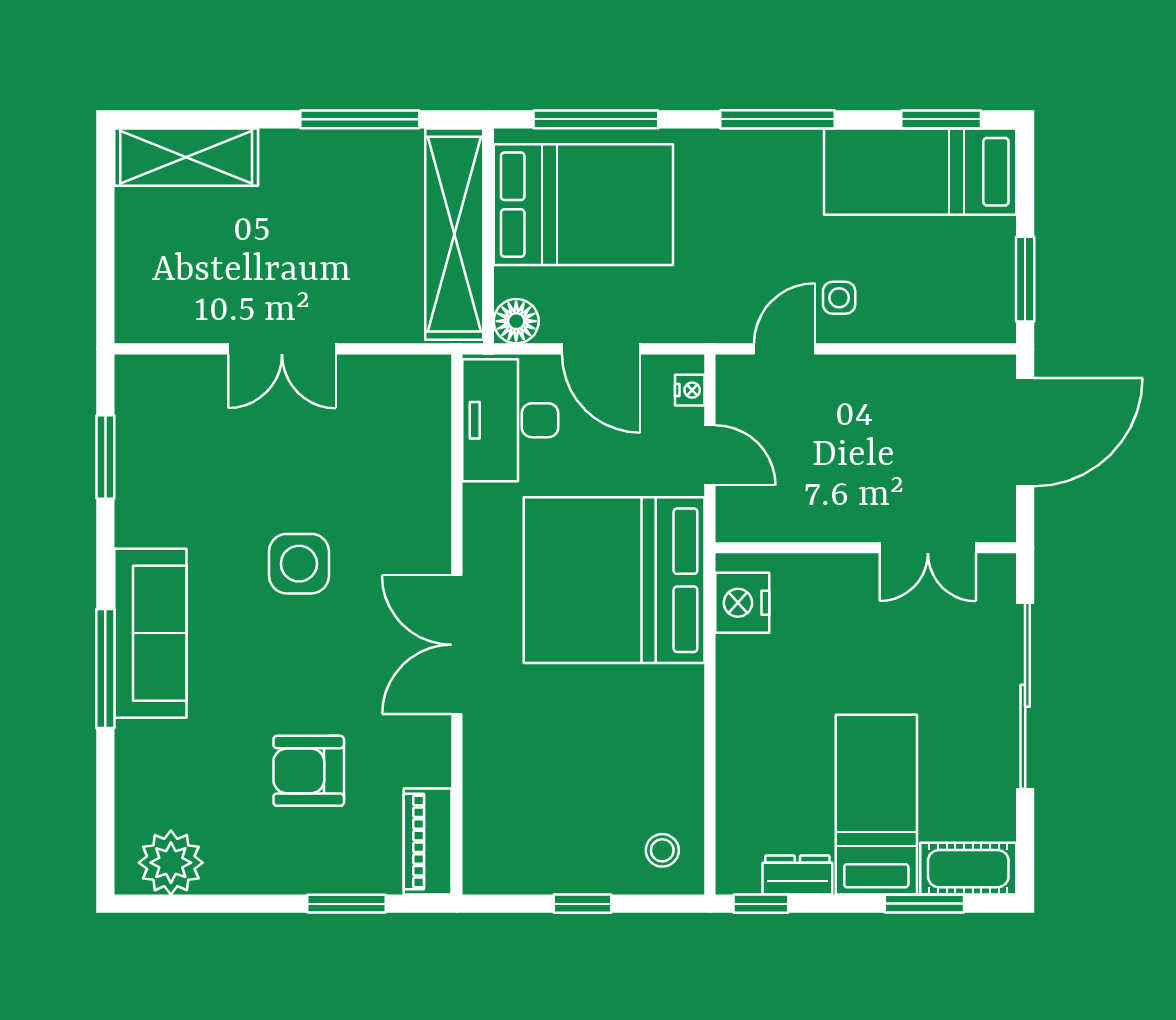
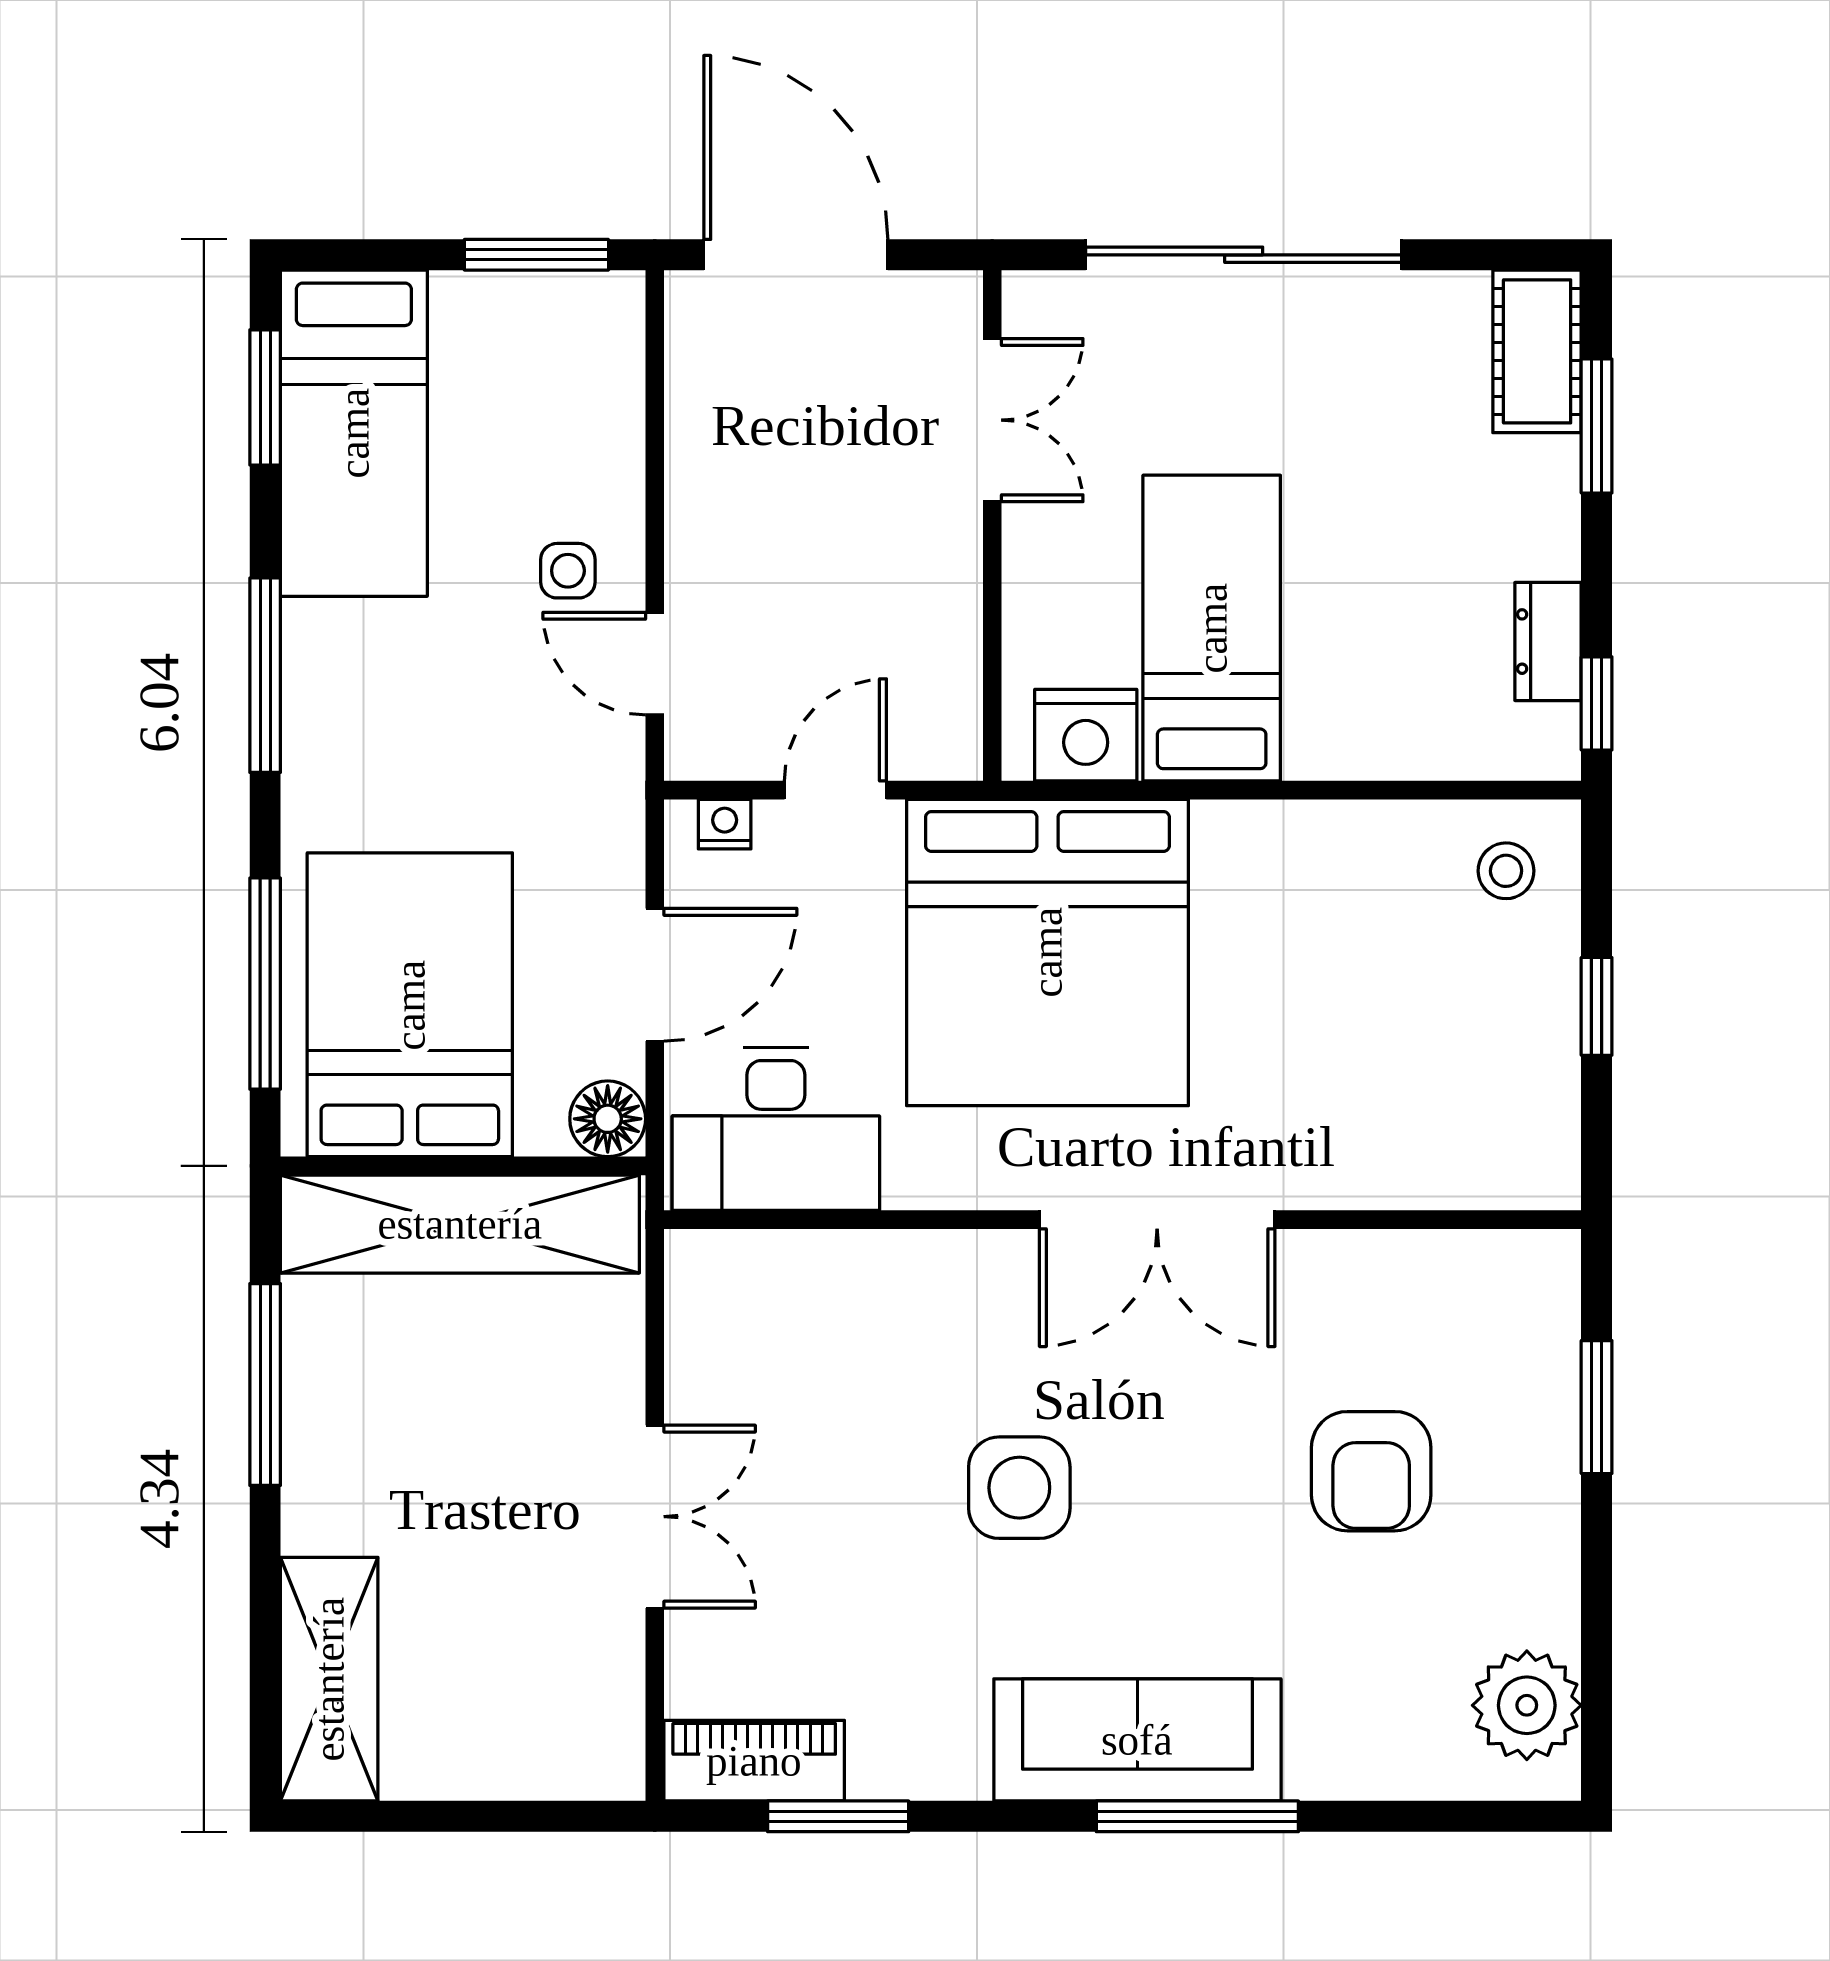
bed: (876, 805) -> (1212, 628), moved, turned 90
piano: (428, 841) -> (754, 1761), moved, turned 180

